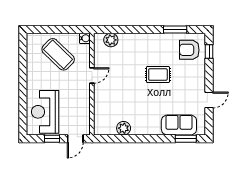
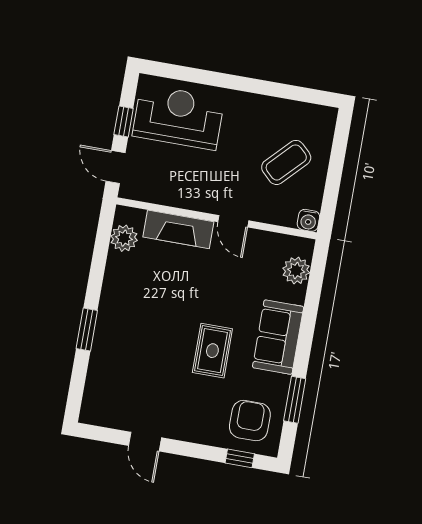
coffee table: (58, 54) -> (286, 162), width x0.73, depth x0.76
fireplace: (101, 102) -> (178, 229), added
sofa: (179, 125) -> (278, 337), moved, turned 180
plant: (124, 128) -> (124, 238), moved
window: (186, 139) -> (87, 329), moved

